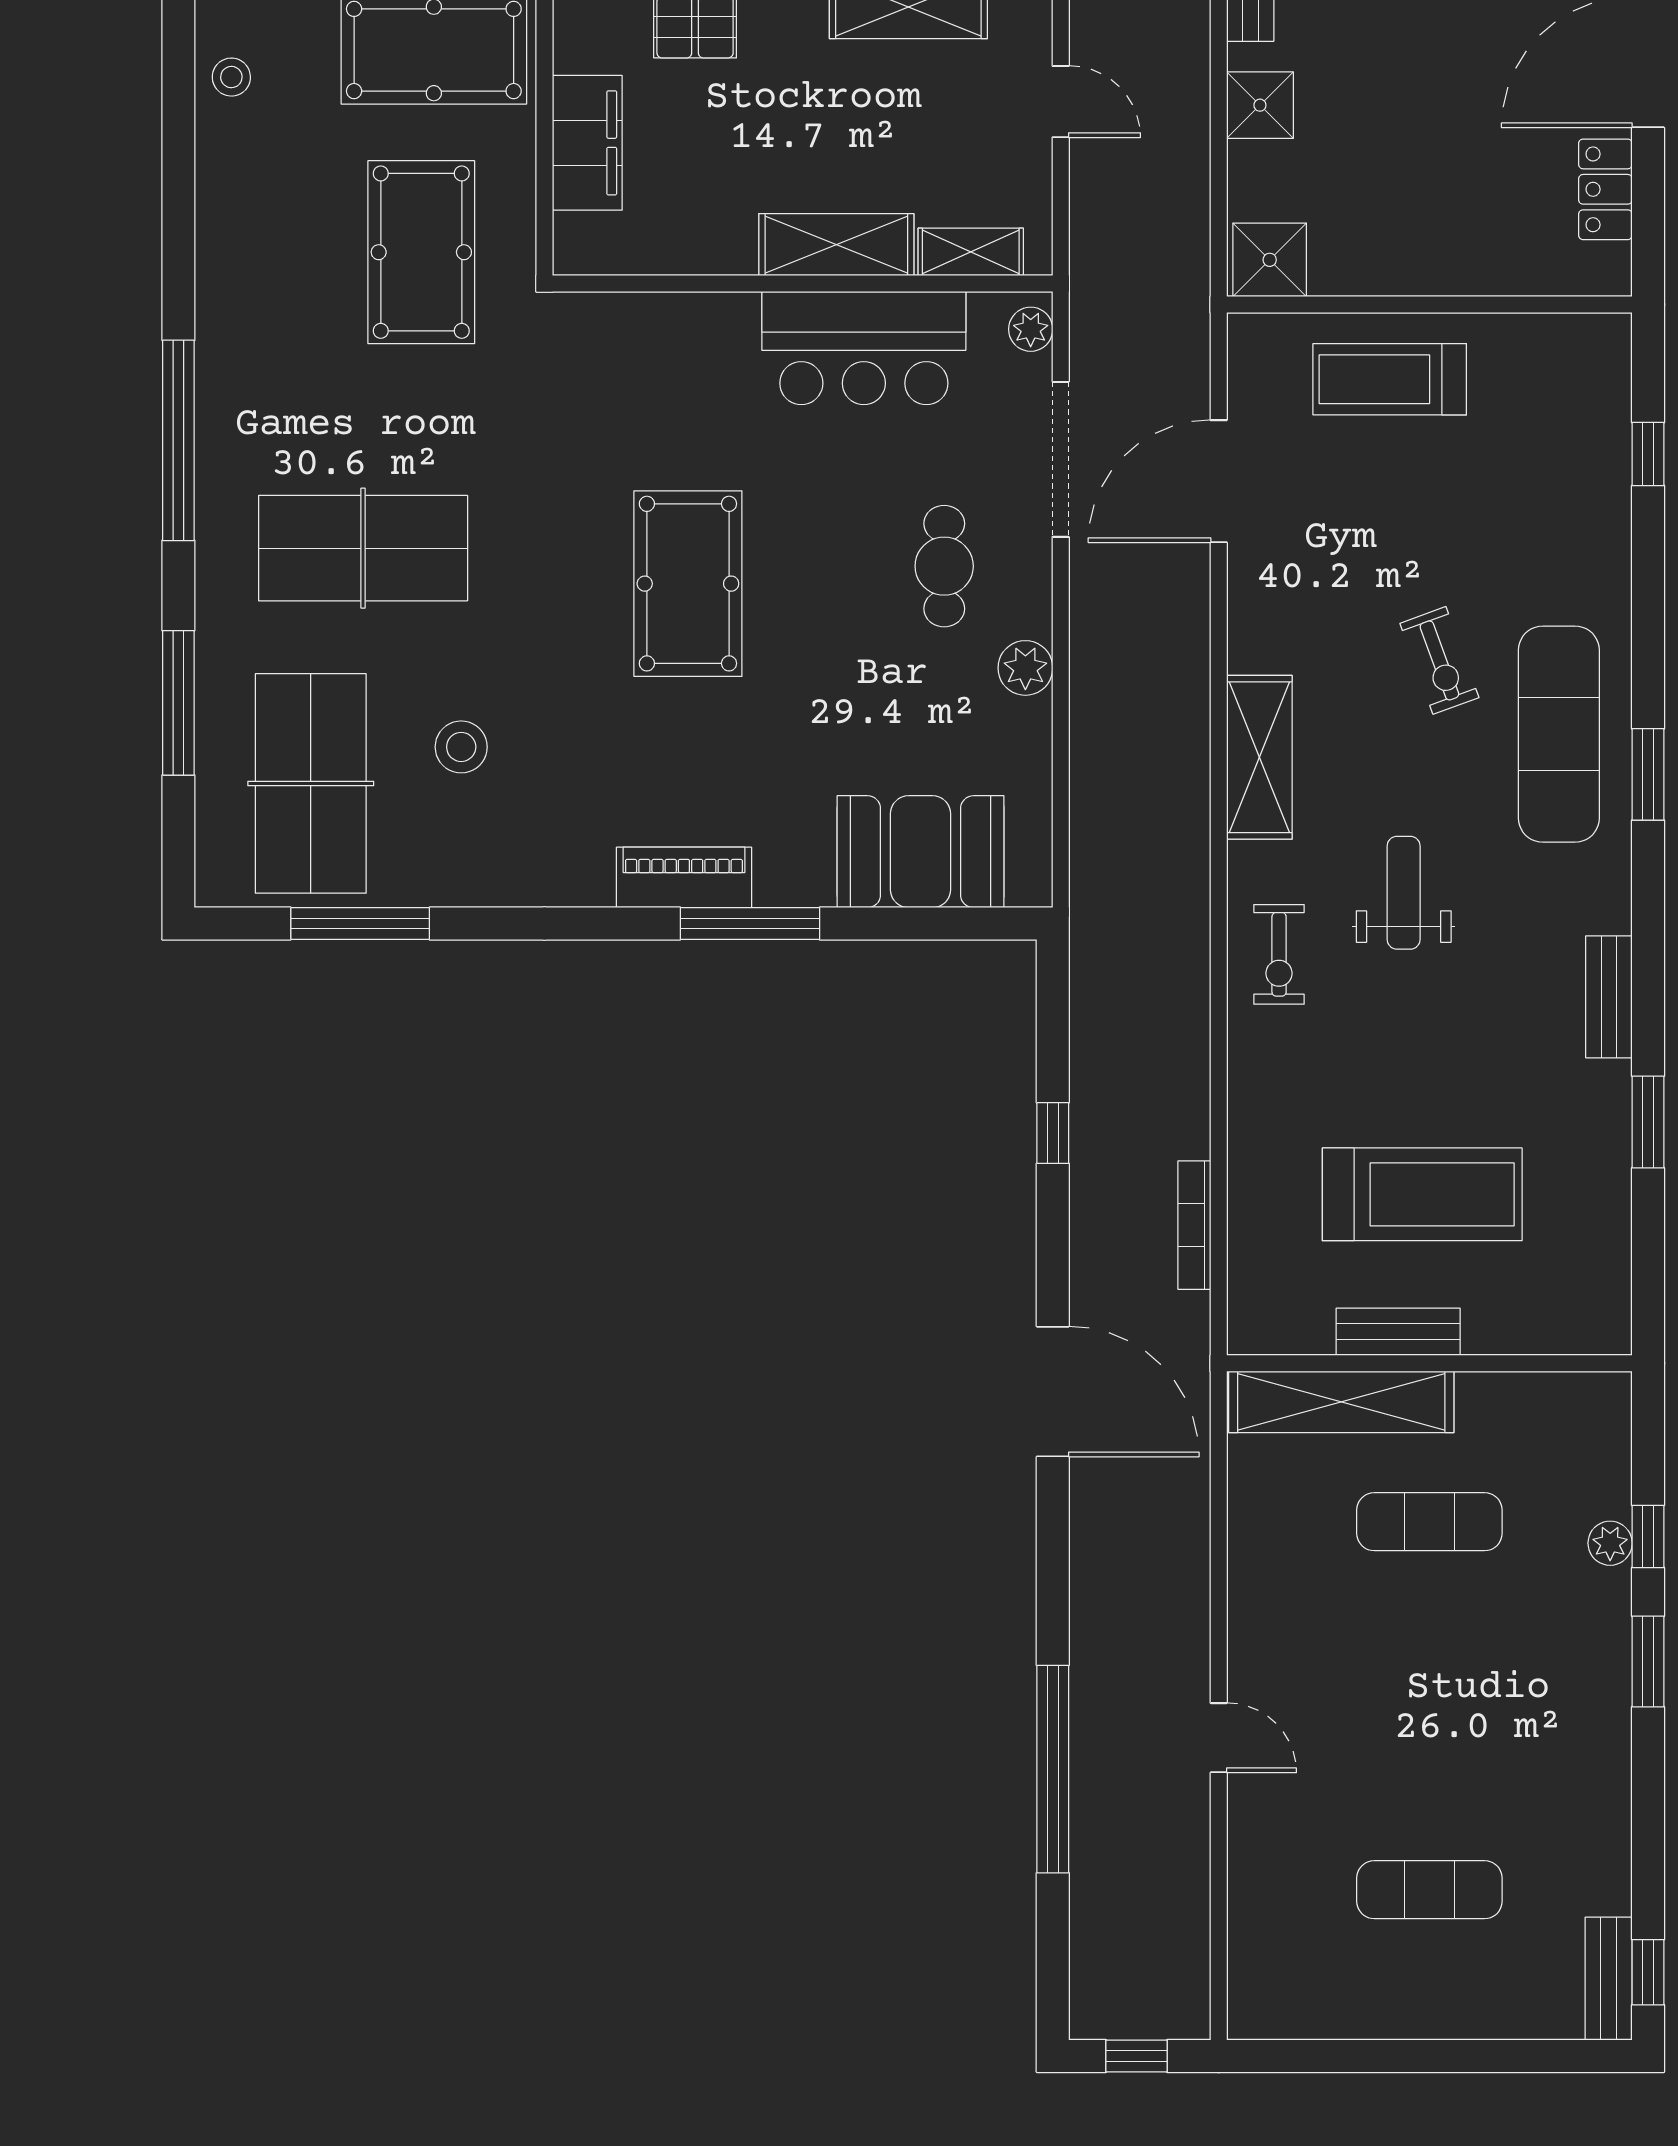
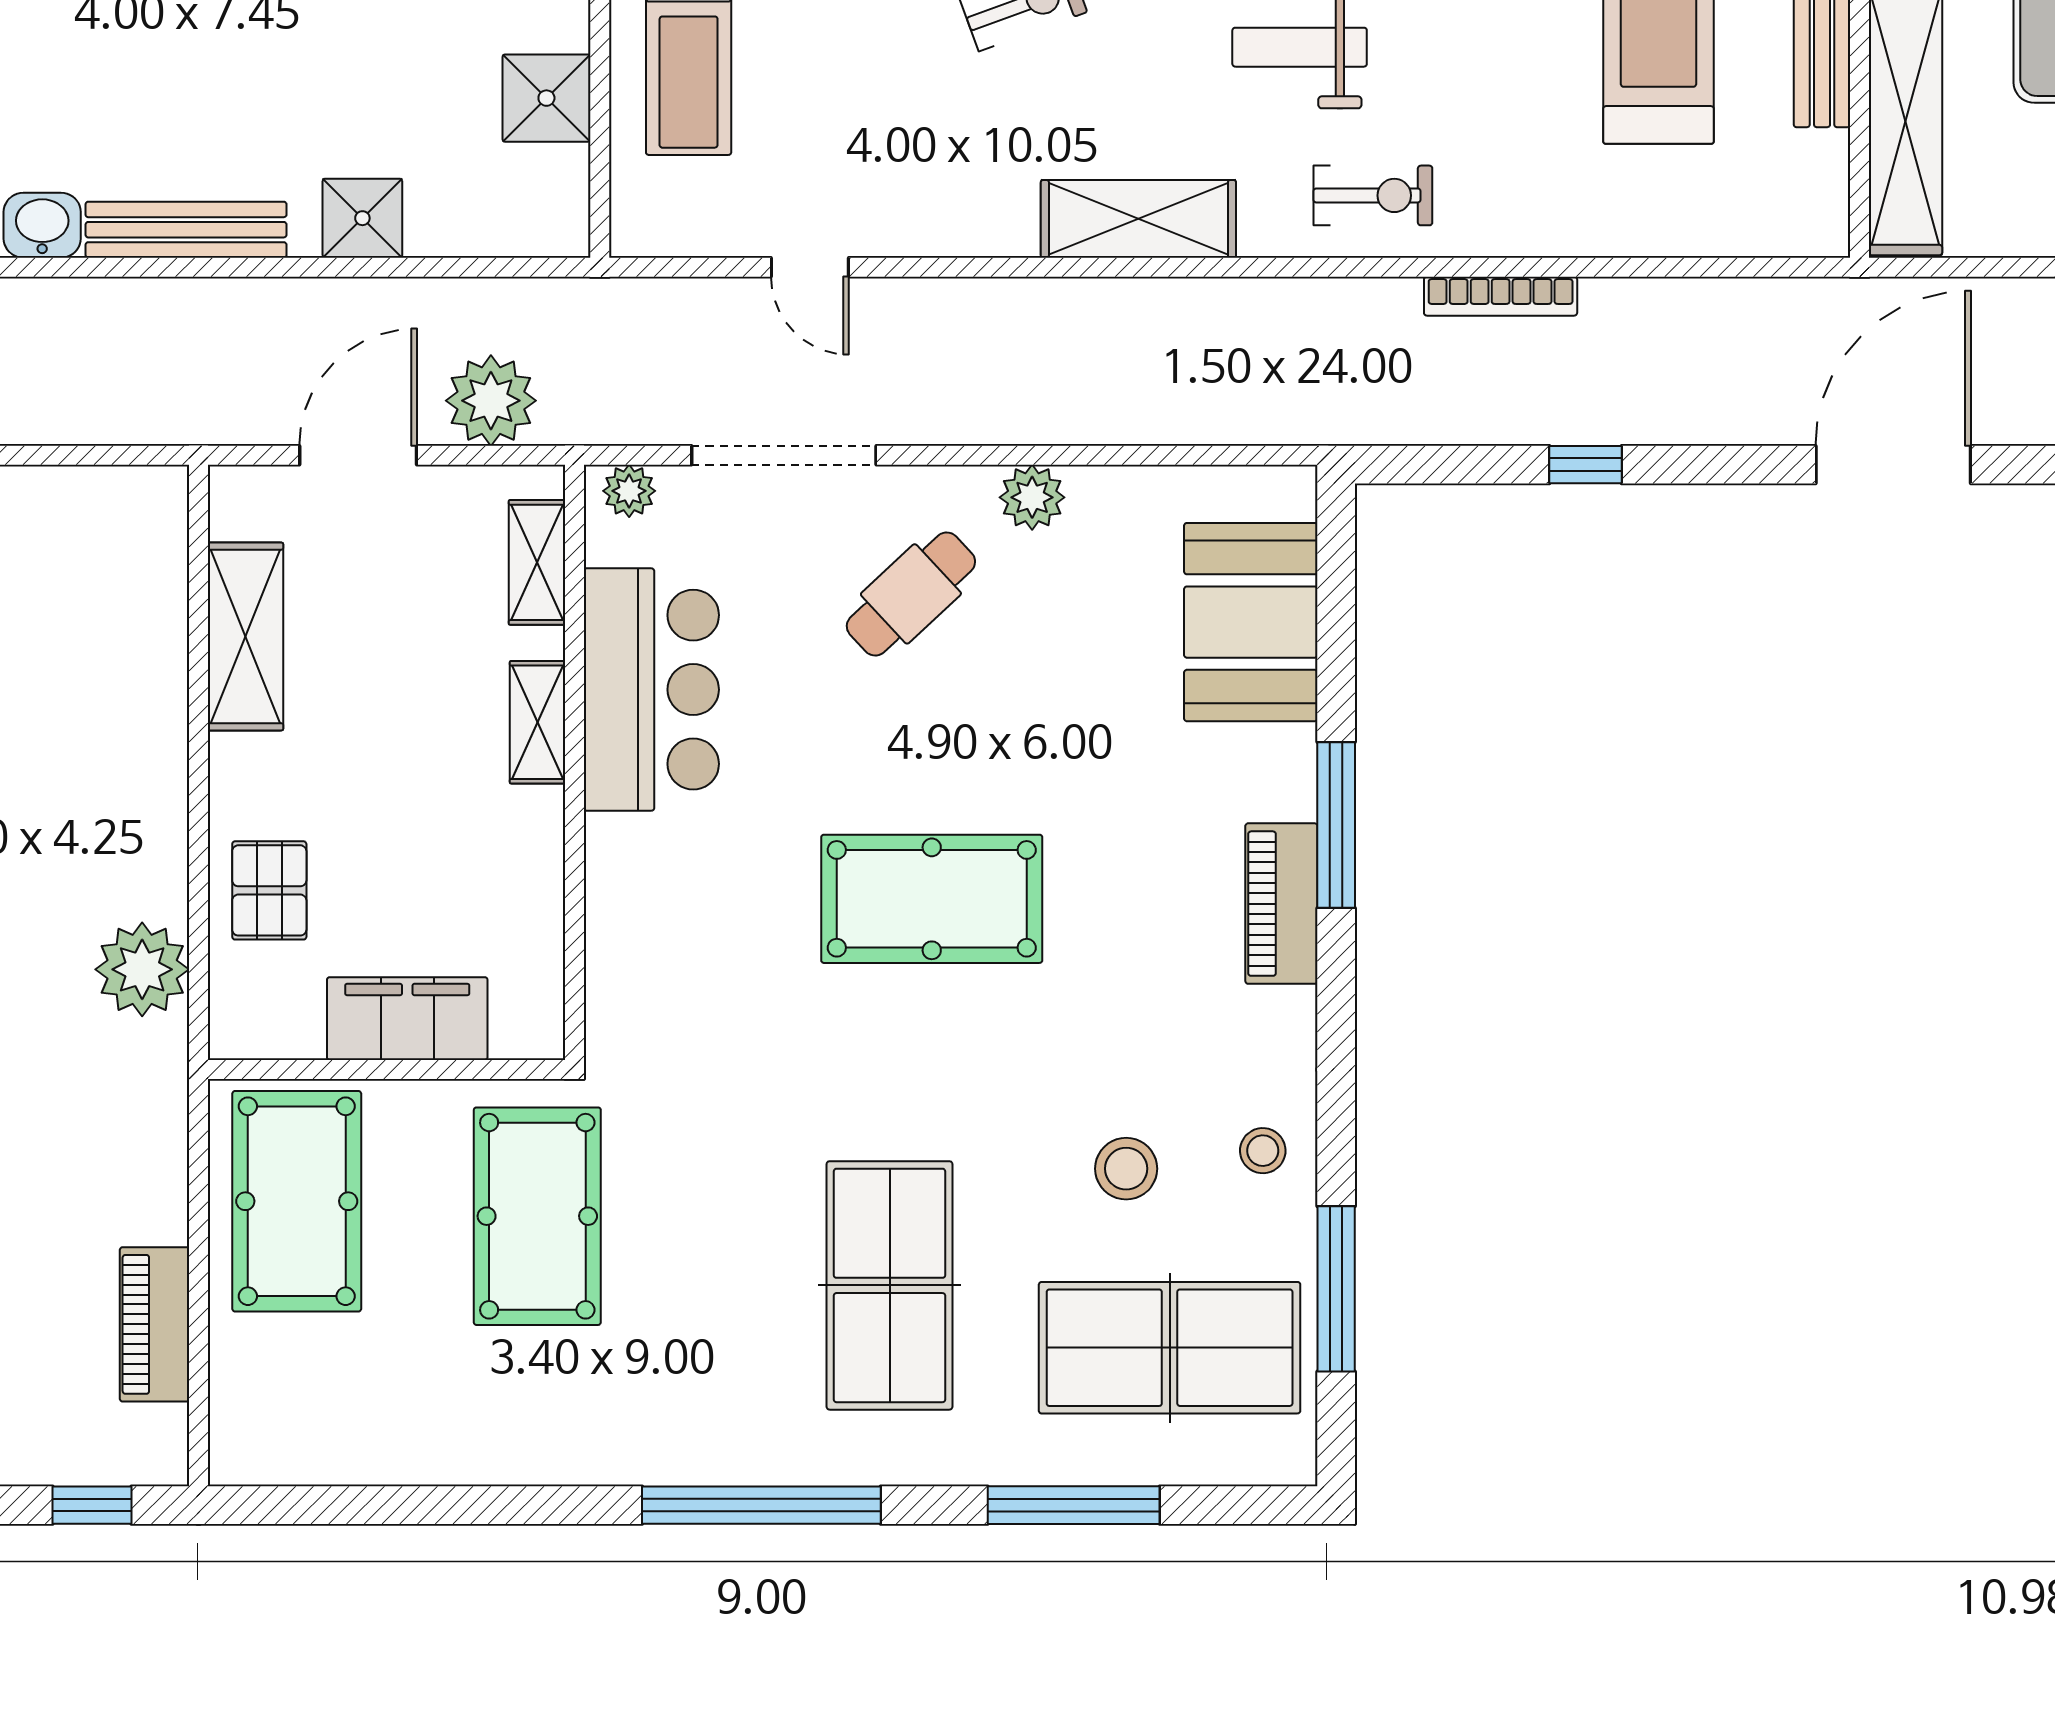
stool: (231, 77) -> (1263, 1151), moved
door: (1061, 102) -> (358, 455), width x1.38
plant: (1107, 213) -> (491, 401), added
shelving: (836, 245) -> (538, 722), width x0.67, depth x0.75
pool table: (421, 252) -> (537, 1216), turned 90
shower: (1270, 260) -> (546, 98), moved
door: (1219, 481) -> (810, 267), width x0.53
cafe table: (944, 566) -> (911, 594), turned -43
bookcase: (1194, 1225) -> (1501, 296), moved

